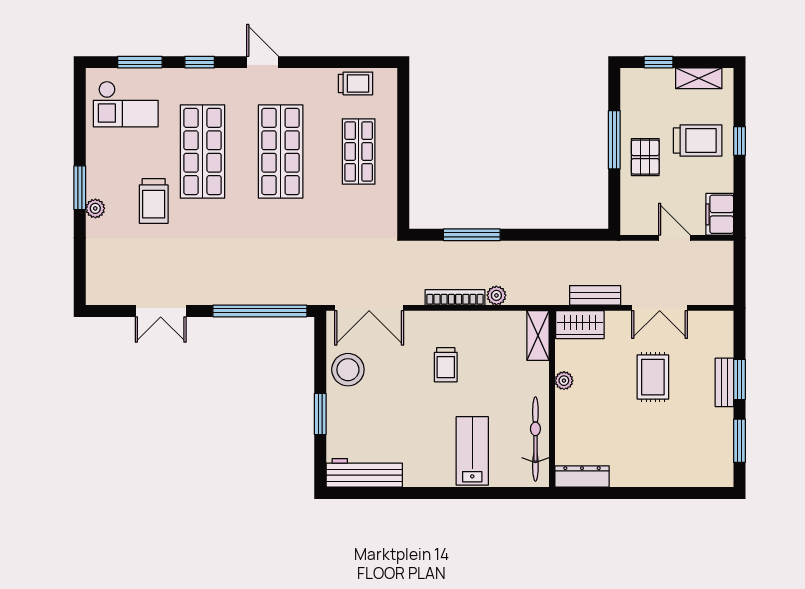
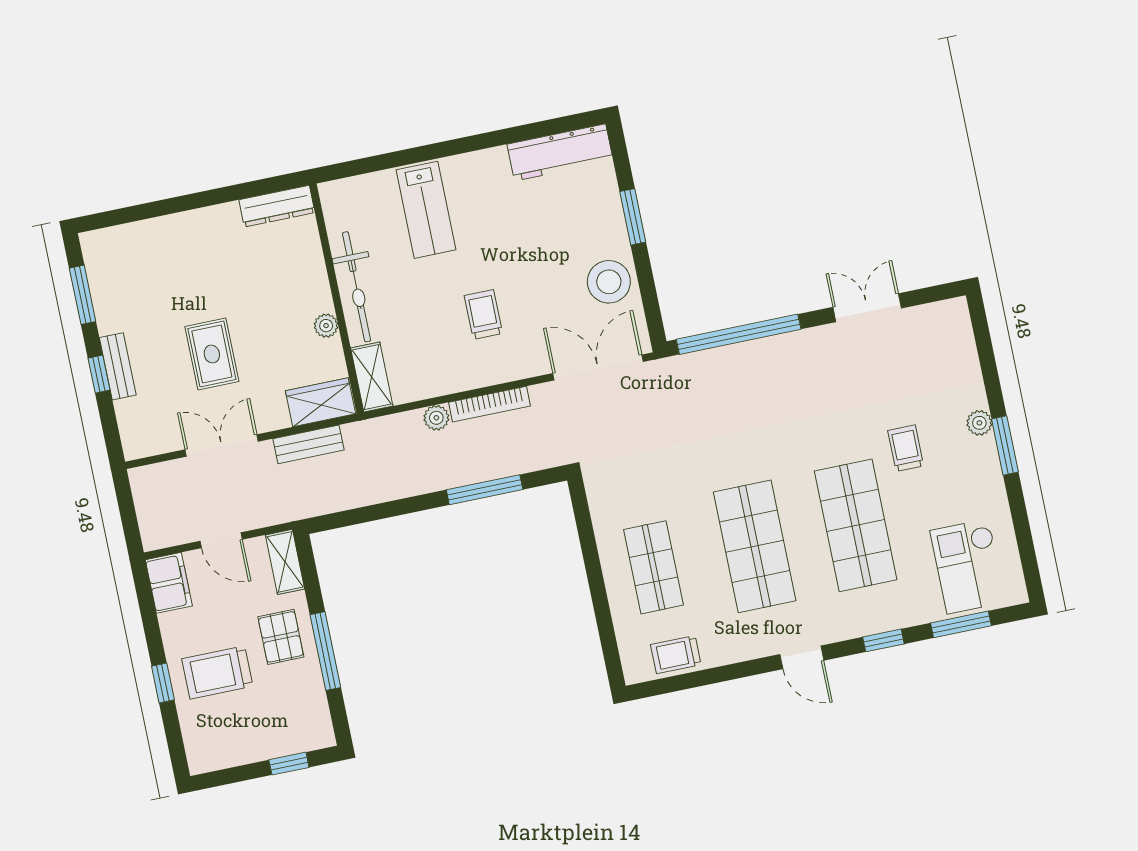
shelving: (699, 78) -> (285, 562), moved, turned 90
checkout: (126, 104) -> (968, 566), turned -90
trolley: (154, 201) -> (906, 448), width x0.73, depth x0.72
window: (739, 379) -> (99, 374), width x0.67
bicycle: (535, 439) -> (357, 287), moved

